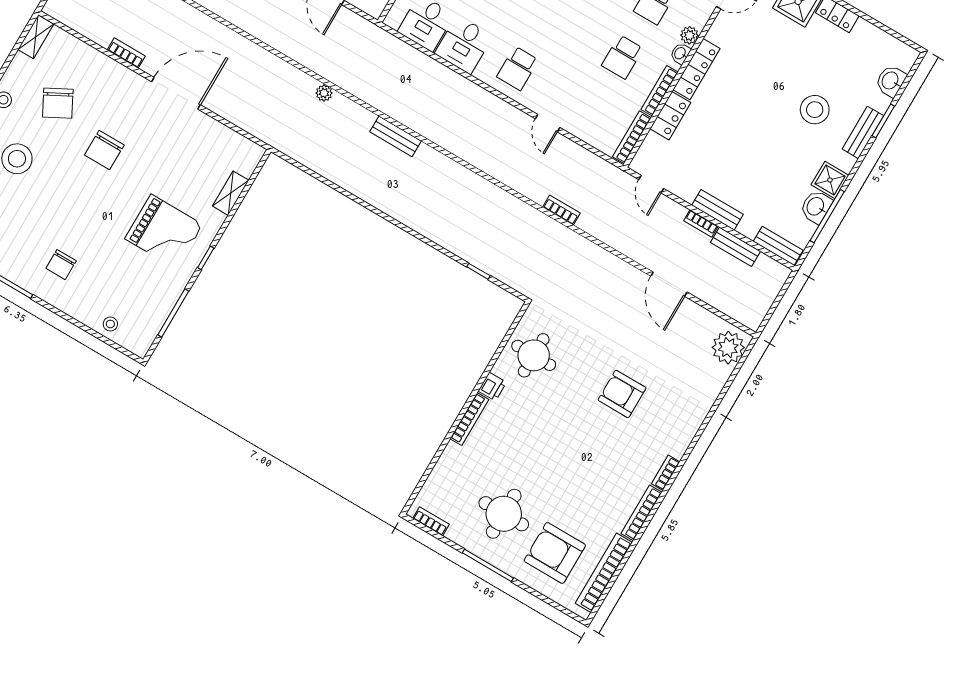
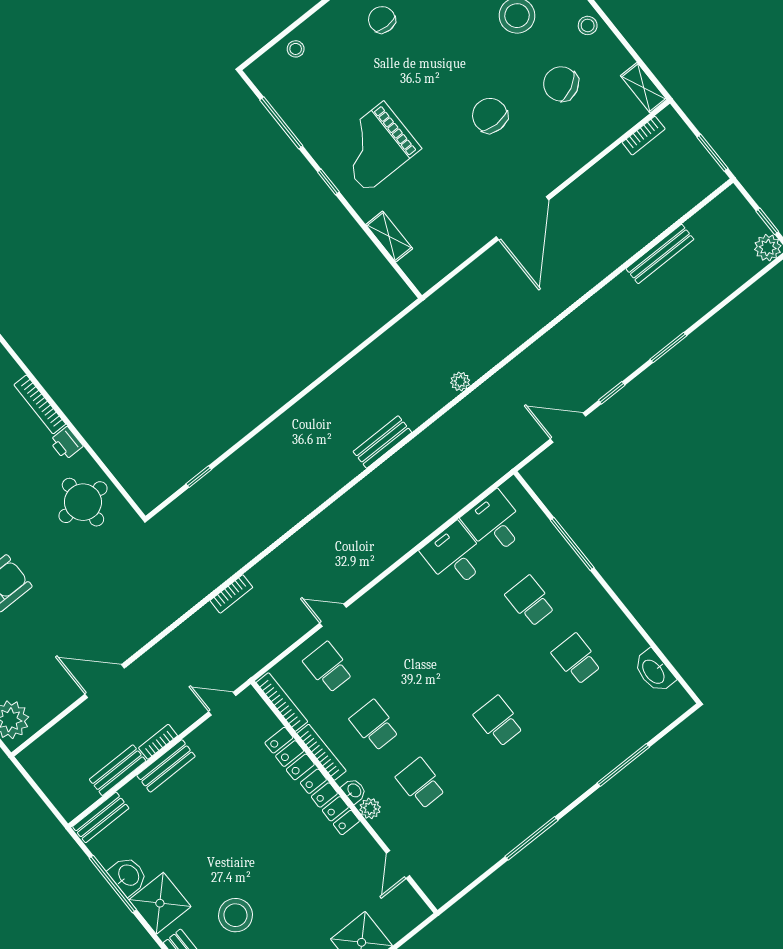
bookcase: (126, 53) -> (644, 136), moved
school desk: (518, 68) -> (328, 667), moved
shower: (830, 180) -> (160, 903), width x1.36, depth x1.36

